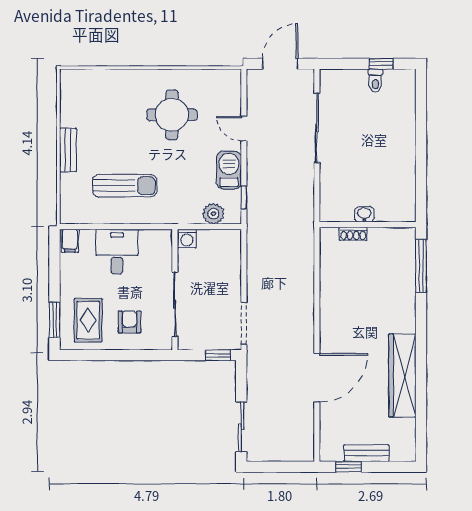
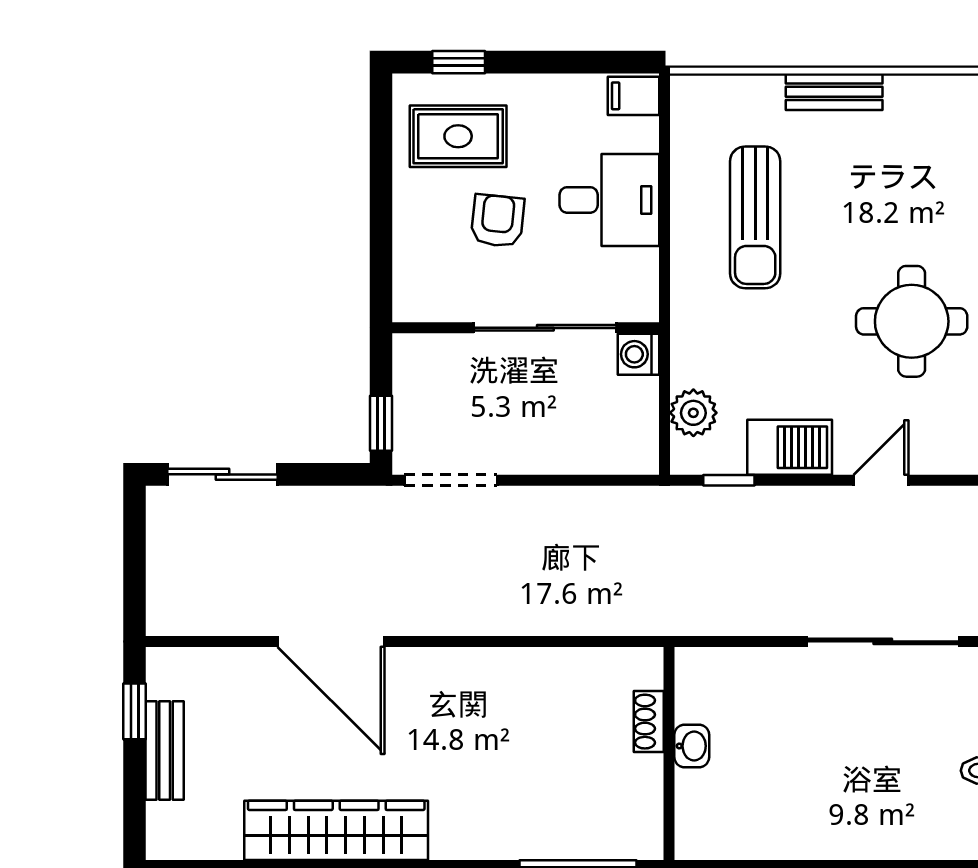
sliding door: (175, 304) -> (545, 328), moved
window: (55, 320) -> (459, 62), width x0.67
armchair: (129, 322) -> (498, 221), moved, turned -84

